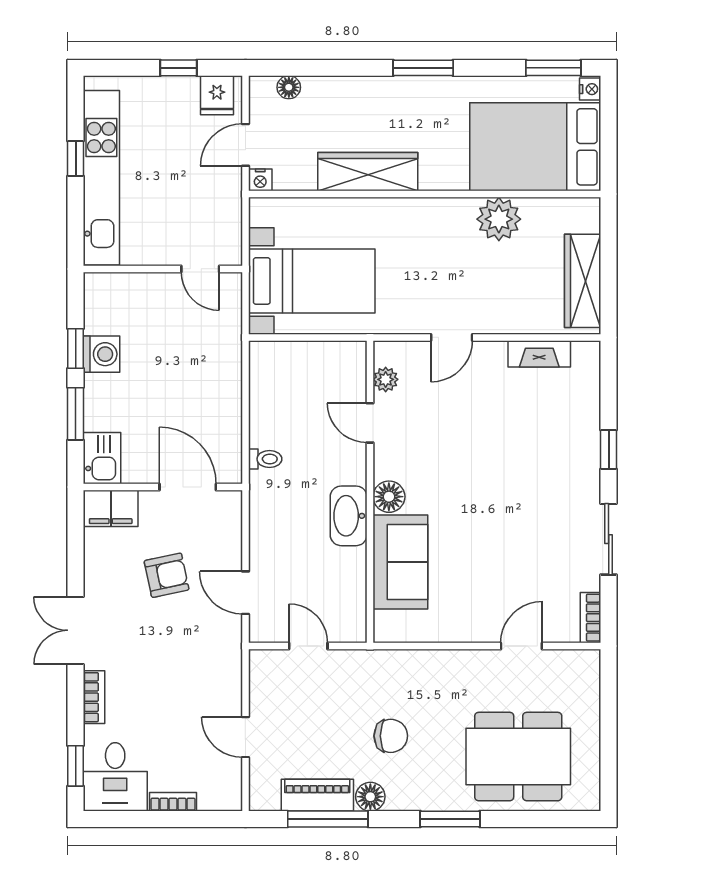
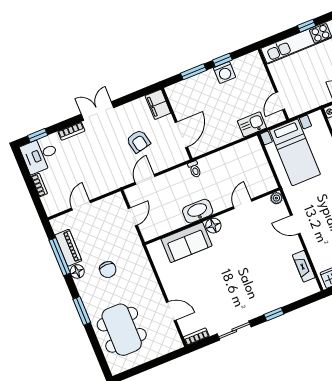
plant: (386, 379) -> (276, 198), moved
kitchen sink: (102, 458) -> (252, 124), moved, turned 180
toilet: (265, 459) -> (195, 169), moved

